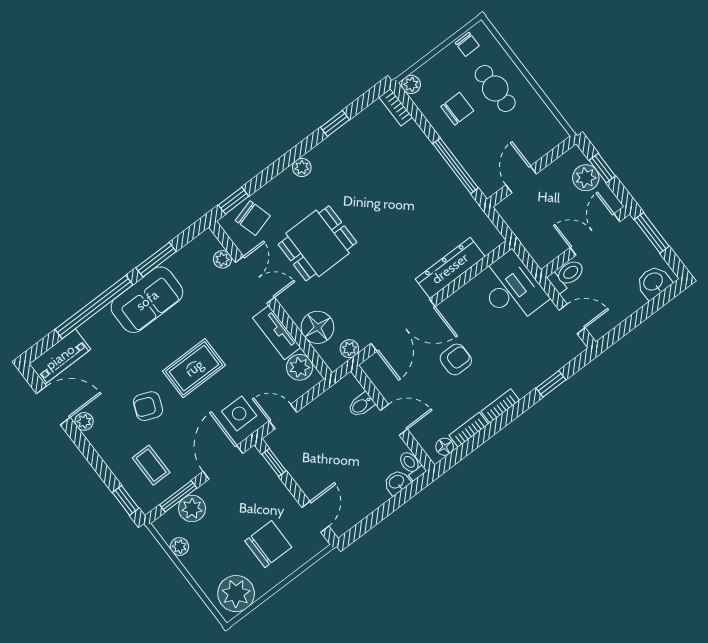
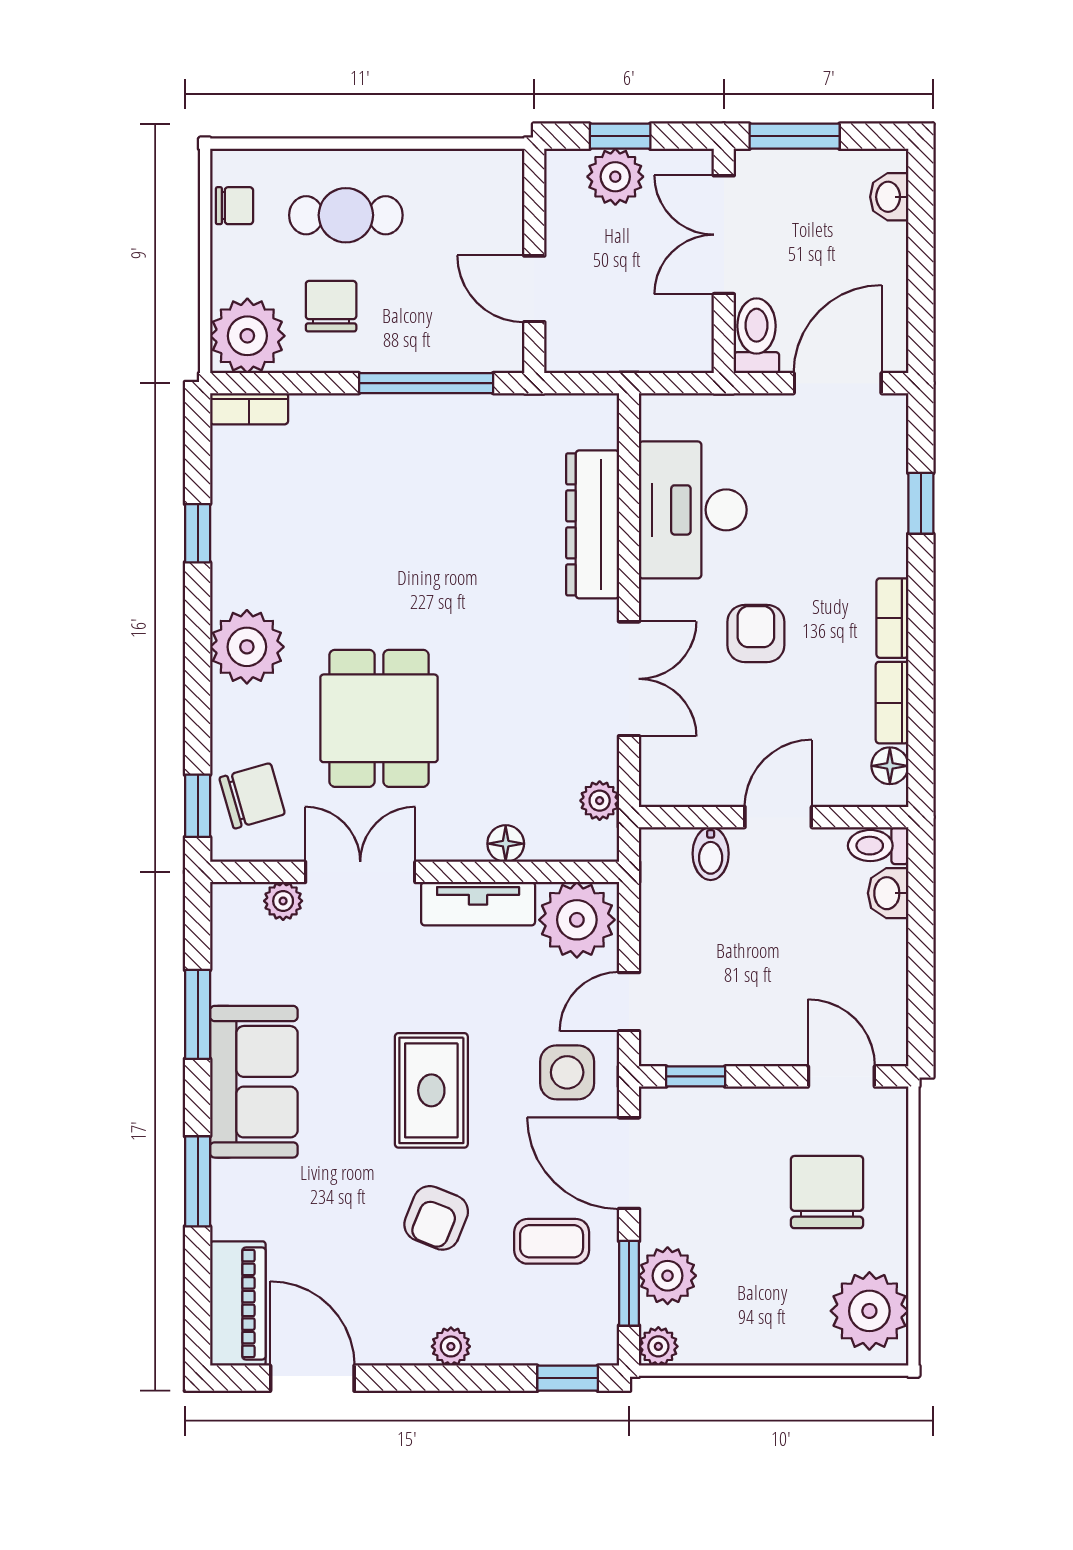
plant: (411, 84) -> (247, 336), width x1.88, depth x1.88
plant: (302, 168) -> (247, 647), width x1.87, depth x1.87
washbasin: (654, 282) -> (889, 197), width x0.72, depth x0.69
desk: (511, 289) -> (693, 510), moved, turned -90
window: (94, 307) -> (198, 1181), width x0.47
door: (572, 319) -> (838, 383), width x1.38
double door: (403, 325) -> (629, 679), width x0.73
floor lamp: (317, 327) -> (506, 844), width x0.53, depth x0.53
plant: (300, 367) -> (577, 920), width x1.36, depth x1.36
door: (53, 405) -> (312, 1378), hinge flipped
plant: (84, 421) -> (451, 1346), moved
coffee table: (151, 465) -> (552, 1241), moved
plant: (179, 547) -> (658, 1346), moved

